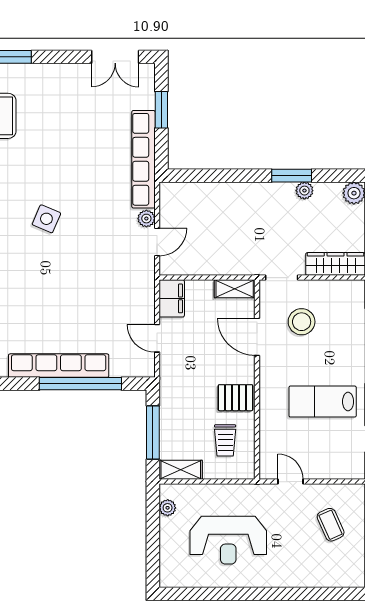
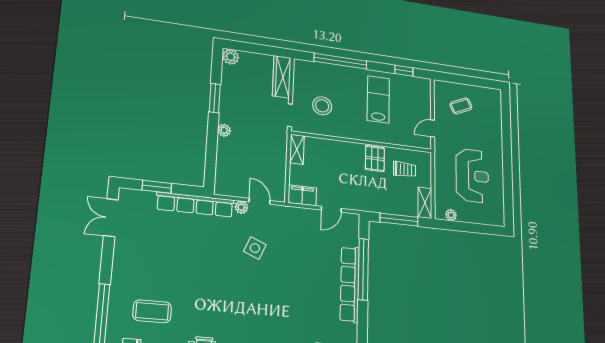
double door: (115, 57) -> (111, 218), swing flipped
plant: (304, 191) -> (224, 130), moved
side table: (46, 219) -> (255, 248), moved
door: (257, 337) -> (332, 138), removed
lab bench: (323, 402) -> (378, 99), turned 180

